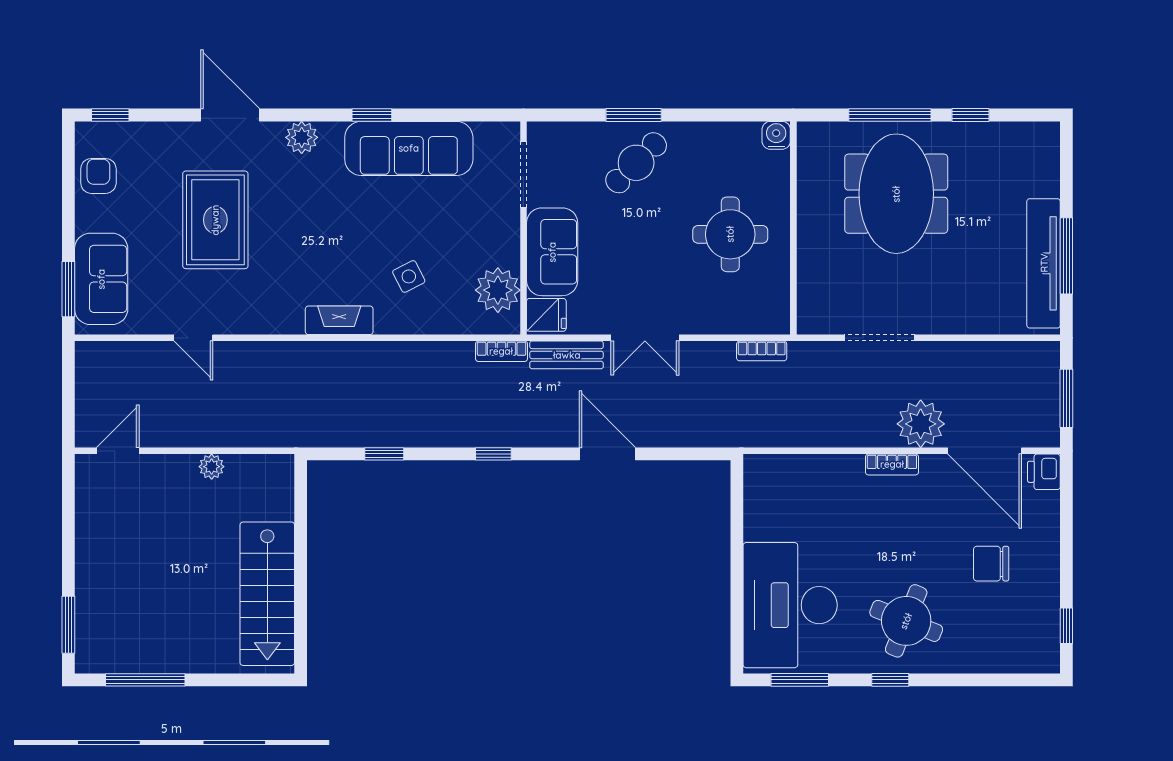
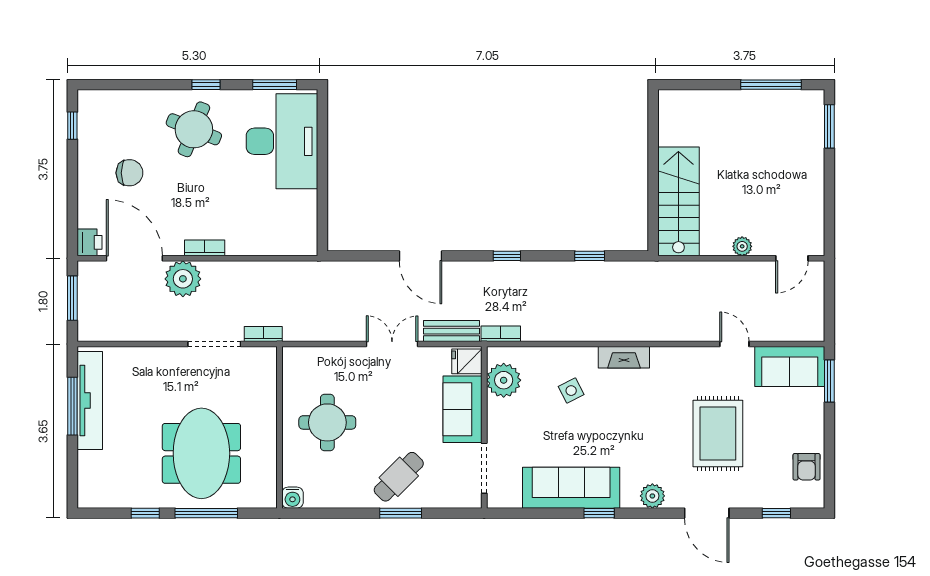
window: (110, 115) -> (776, 513), moved
sofa: (101, 279) -> (790, 367), moved, turned -90
bookcase: (762, 351) -> (263, 334), moved
plant: (212, 467) -> (742, 246), moved
stairs: (267, 594) -> (678, 201), moved

